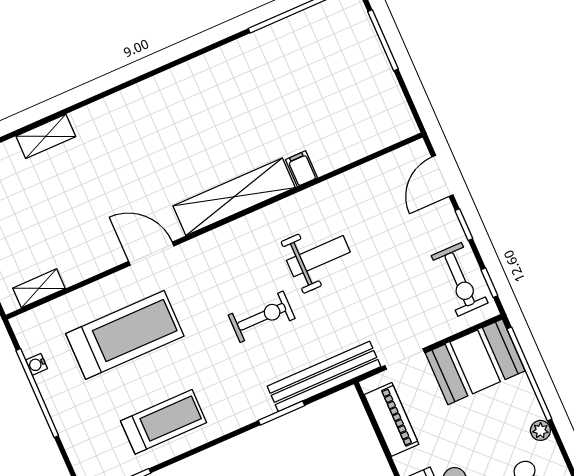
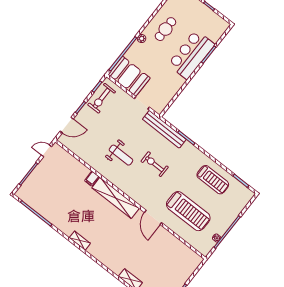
door: (411, 104) -> (46, 151), added
weight bench: (318, 256) -> (121, 155), turned 180
exercise bike: (460, 279) -> (102, 98), turned 180
shelving: (39, 288) -> (80, 241), moved
treadmill: (125, 335) -> (188, 211), turned 180
piano: (392, 419) -> (167, 96), removed
treadmill: (164, 422) -> (213, 180), turned 180

